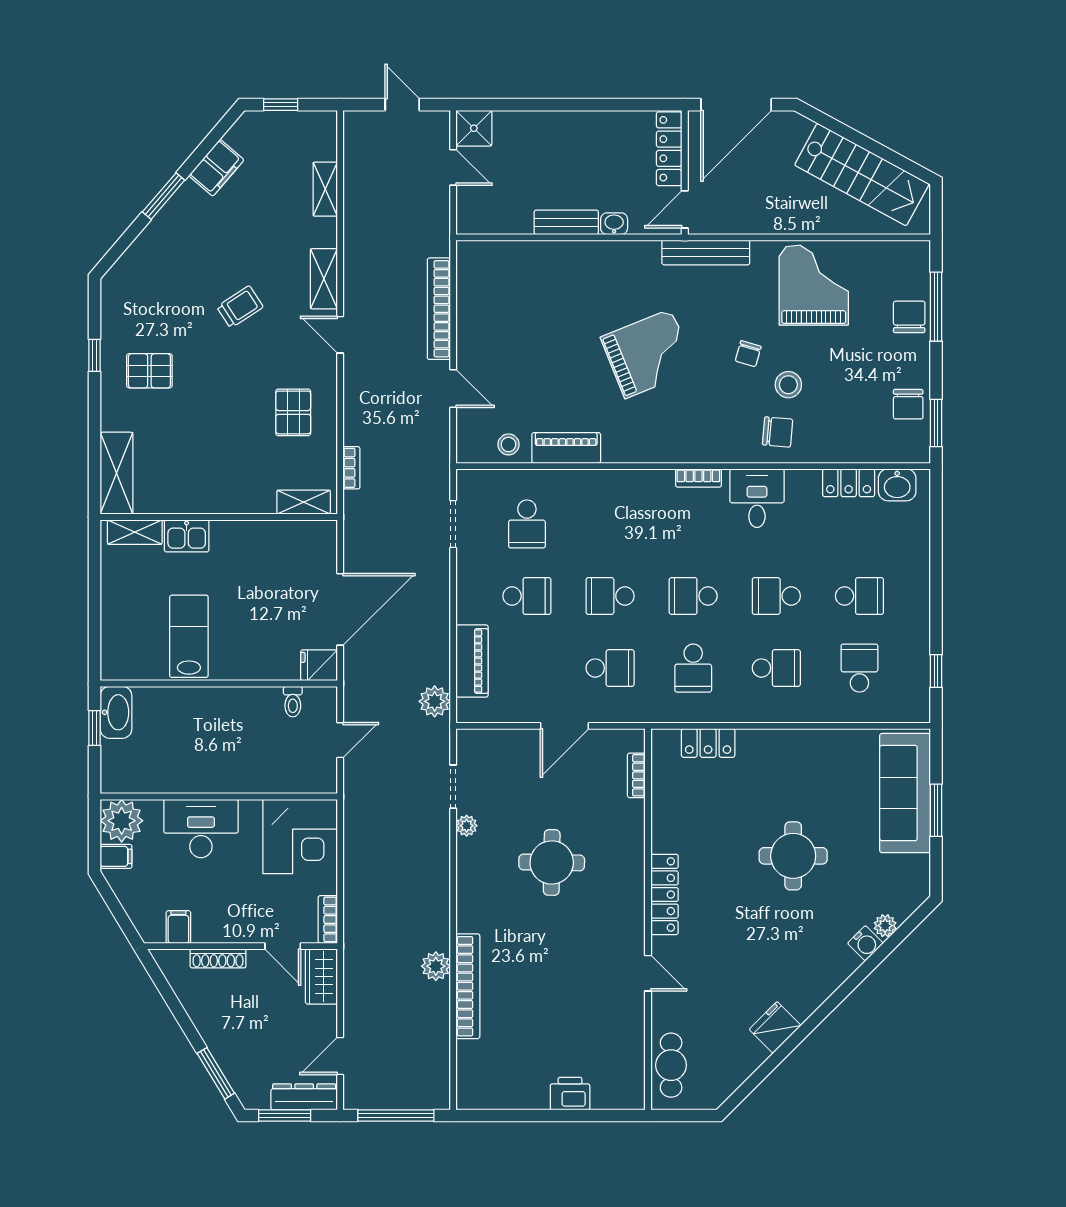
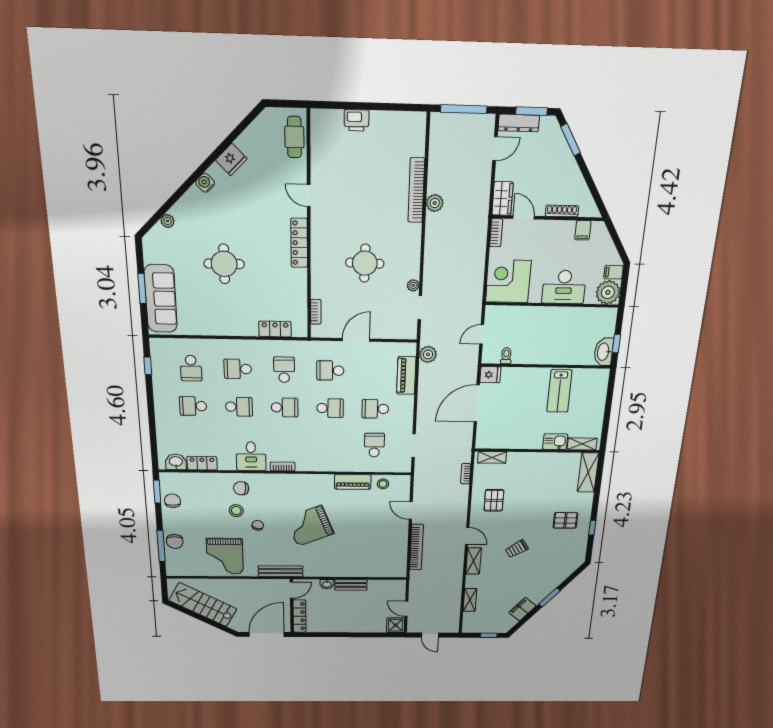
water cooler: (865, 943) -> (205, 183), moved

